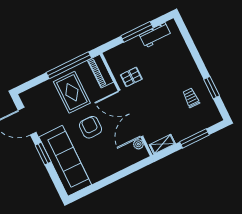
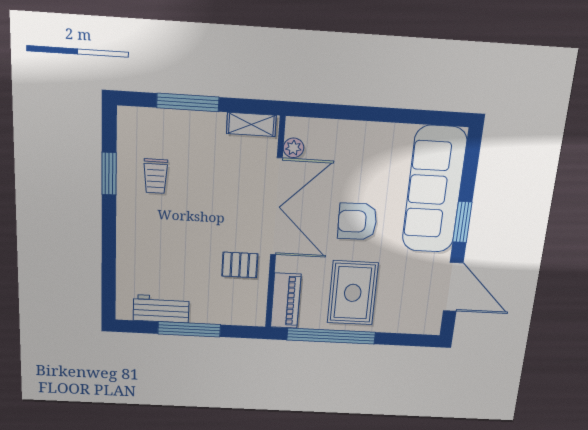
armchair: (91, 127) -> (357, 221), turned 89

